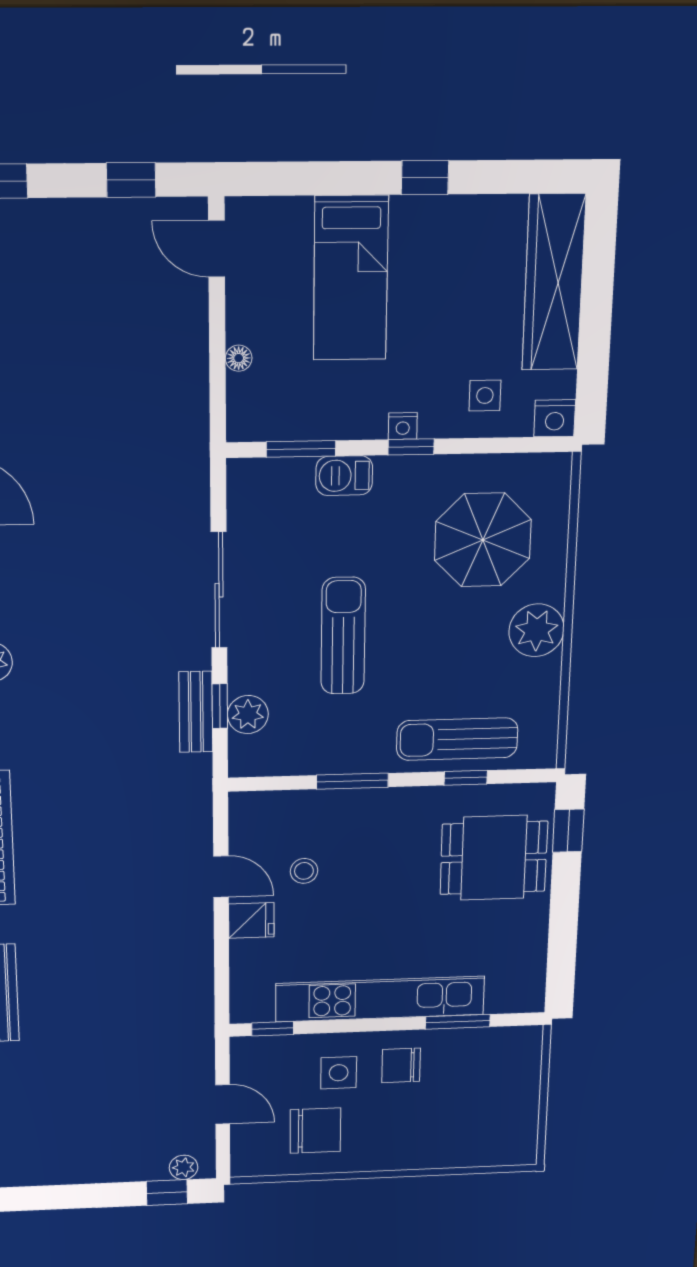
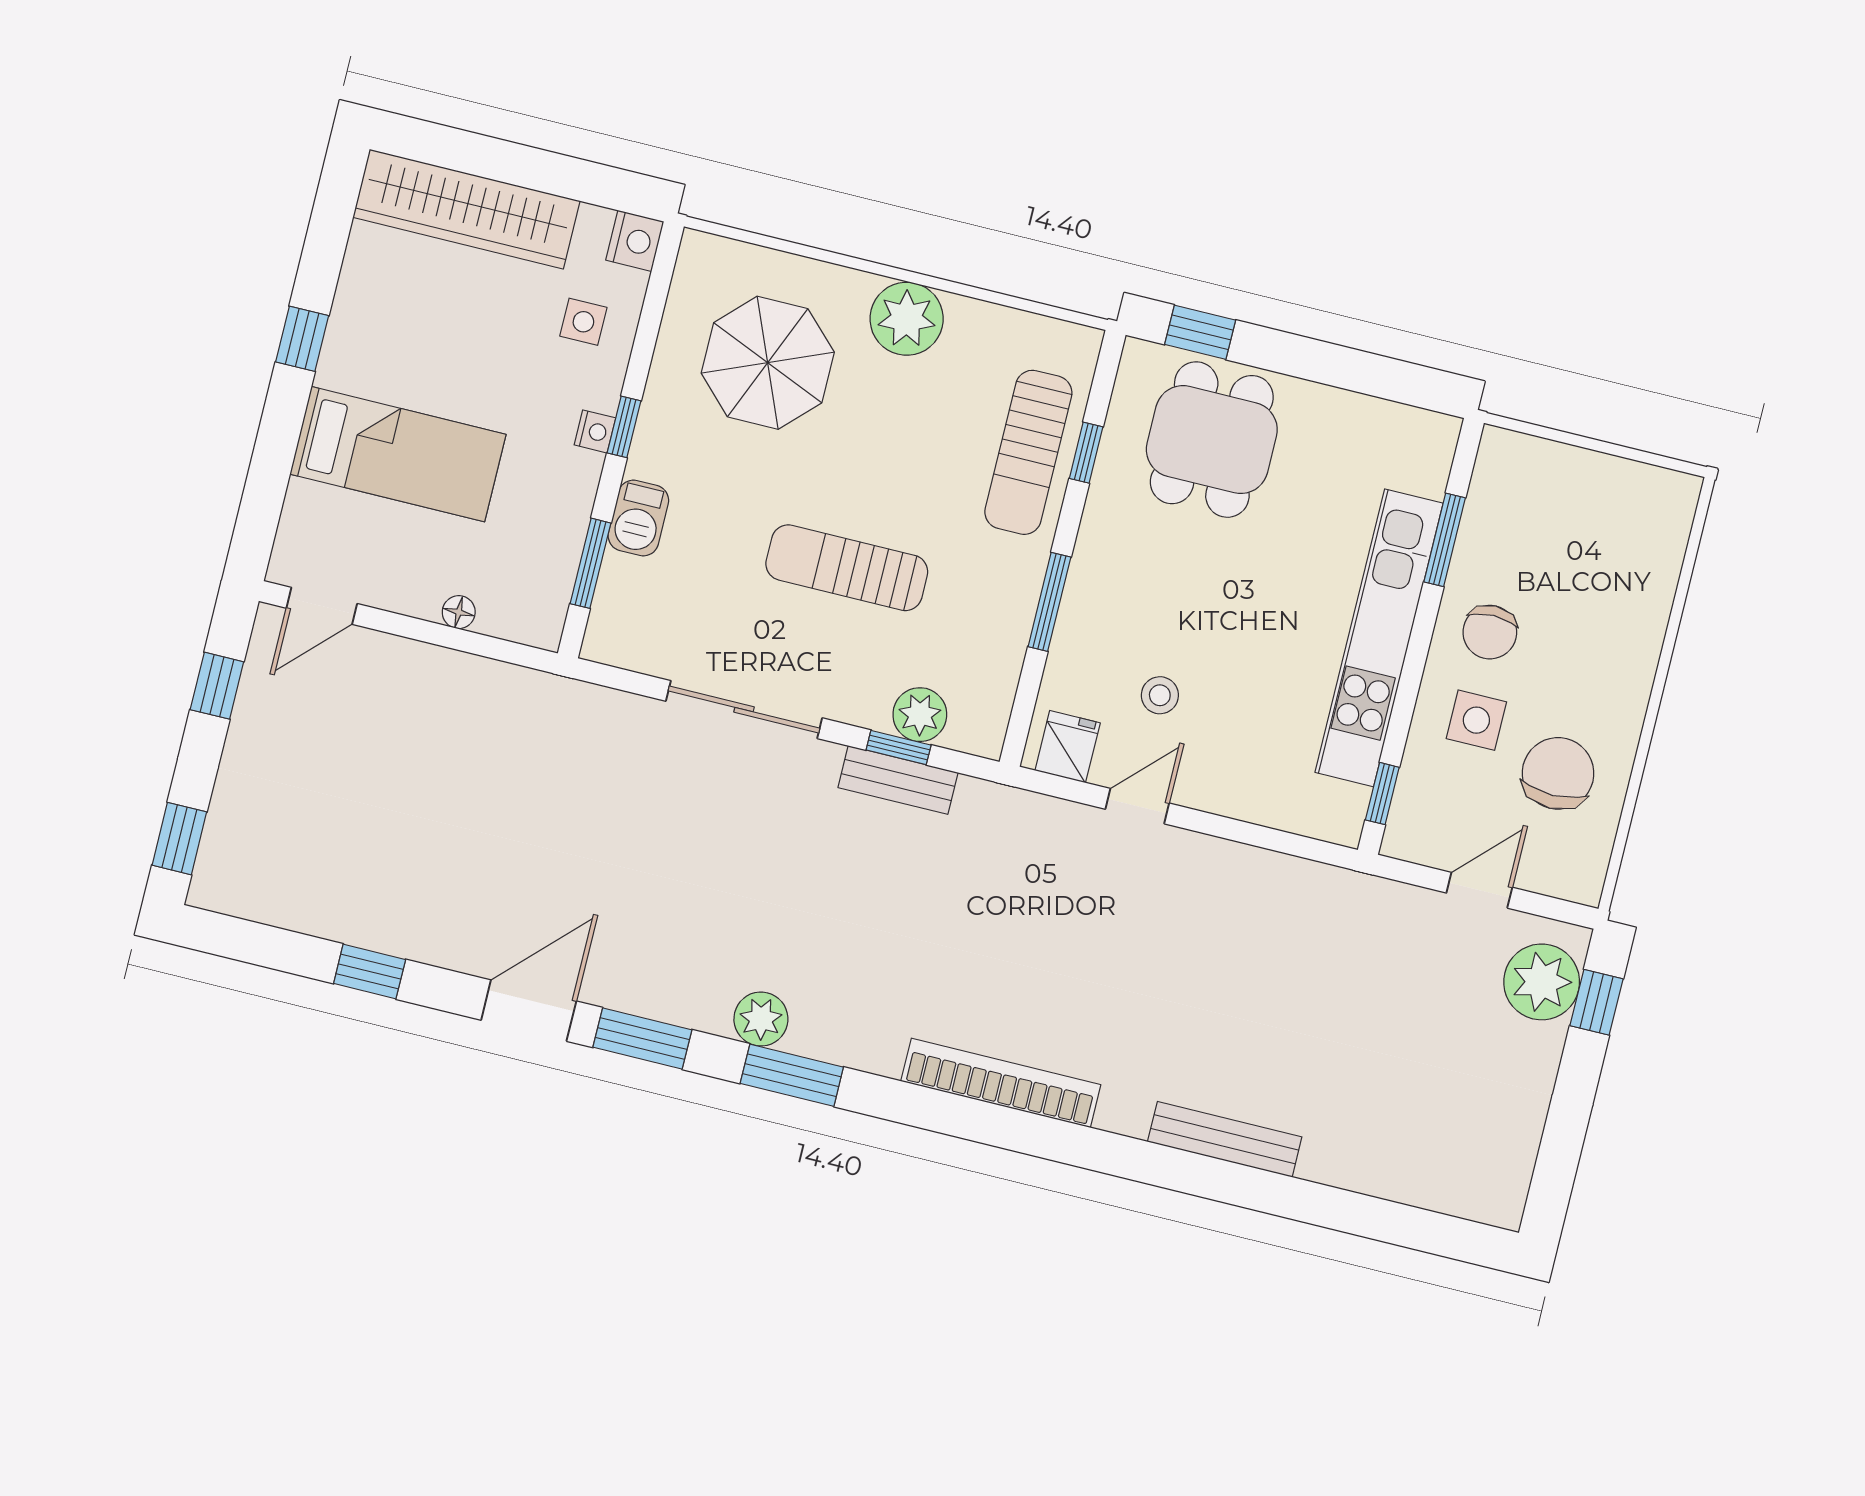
fridge: (251, 921) -> (1068, 747), moved
plant: (184, 1167) -> (1542, 982), width x1.87, depth x1.87

